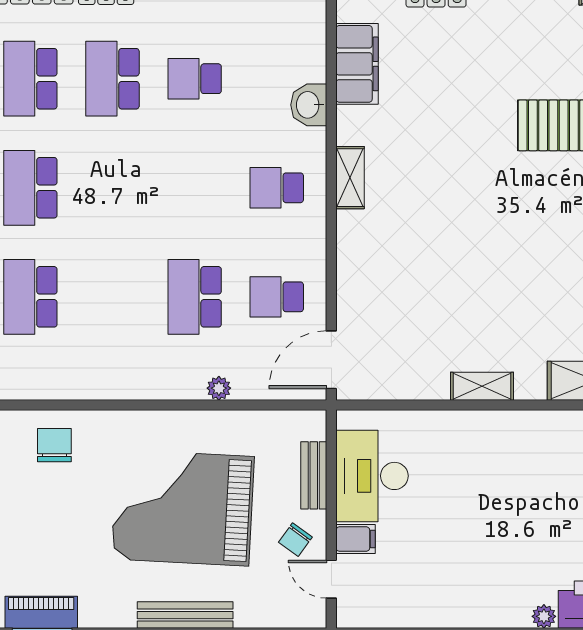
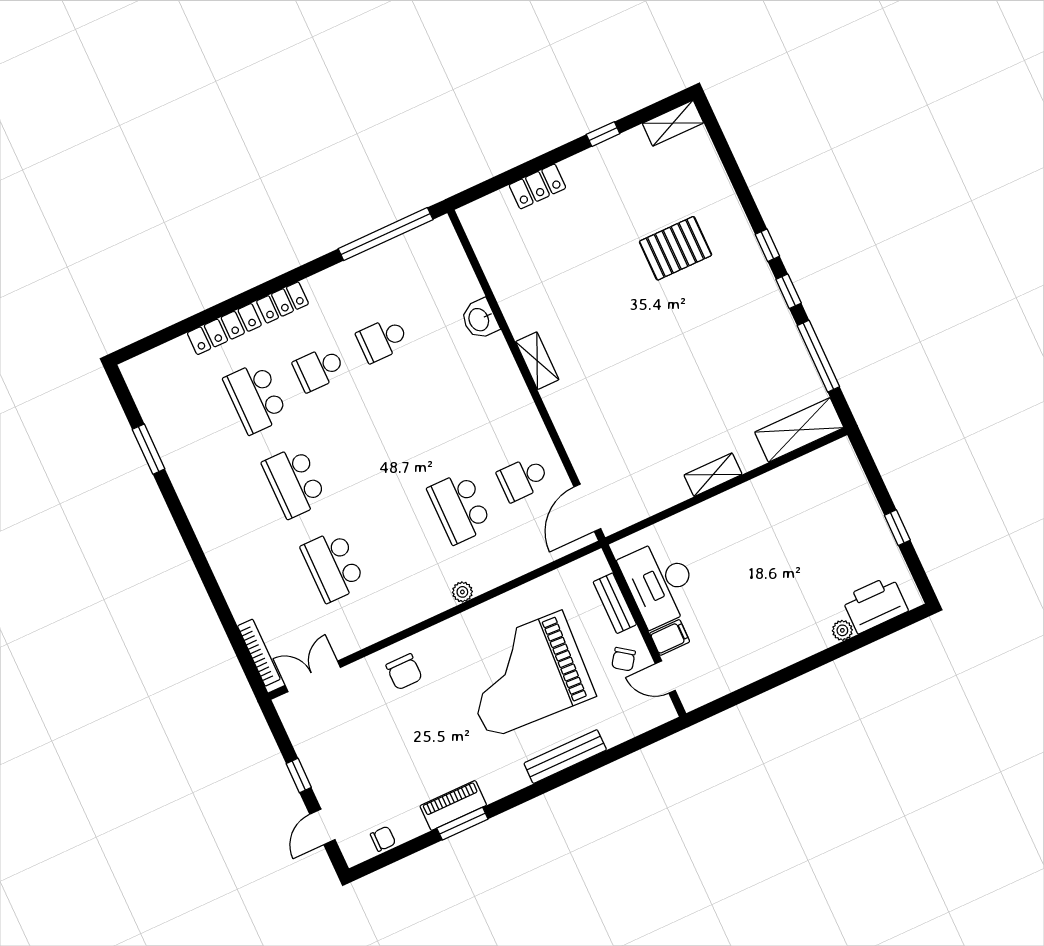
filing cabinet: (357, 64) -> (502, 270), removed
school desk: (113, 79) -> (319, 369), width x0.54
school desk: (277, 188) -> (484, 395), removed
plant: (219, 388) -> (462, 592), moved
chair: (54, 445) -> (404, 672), turned 180

